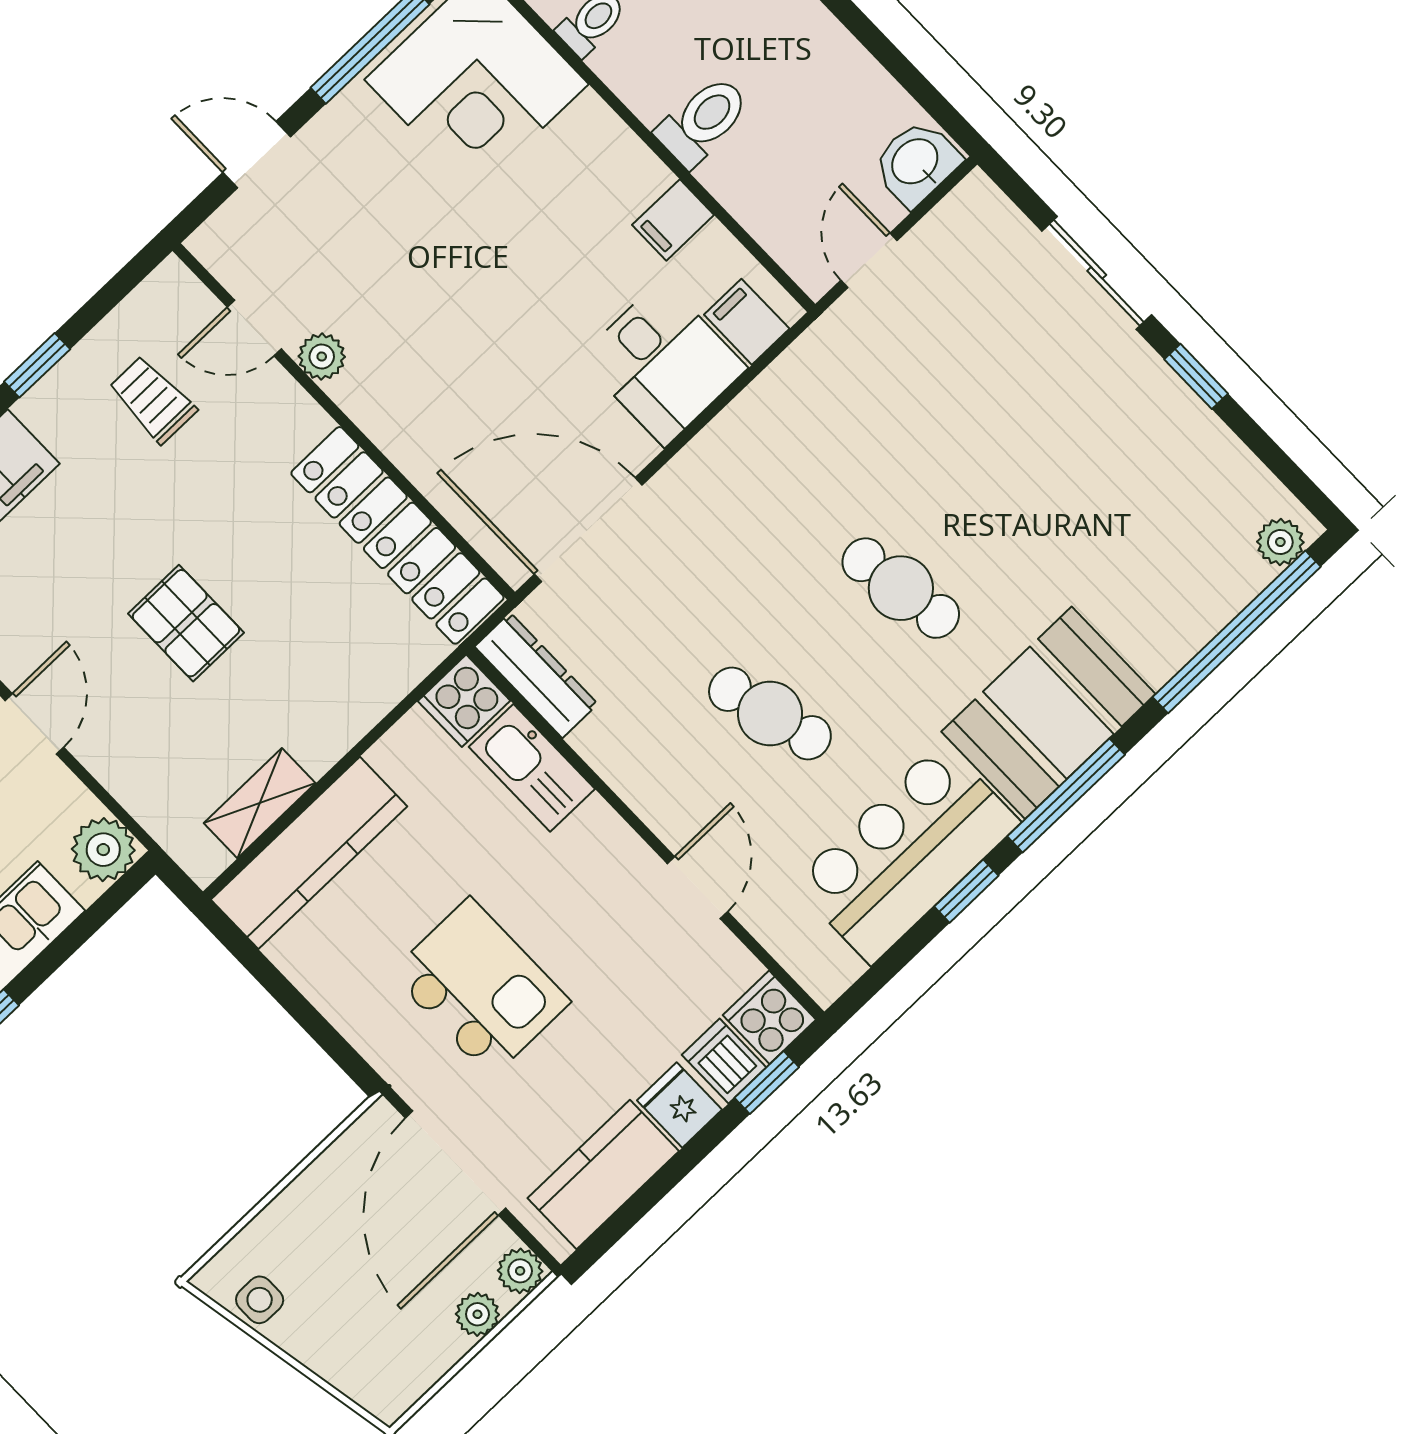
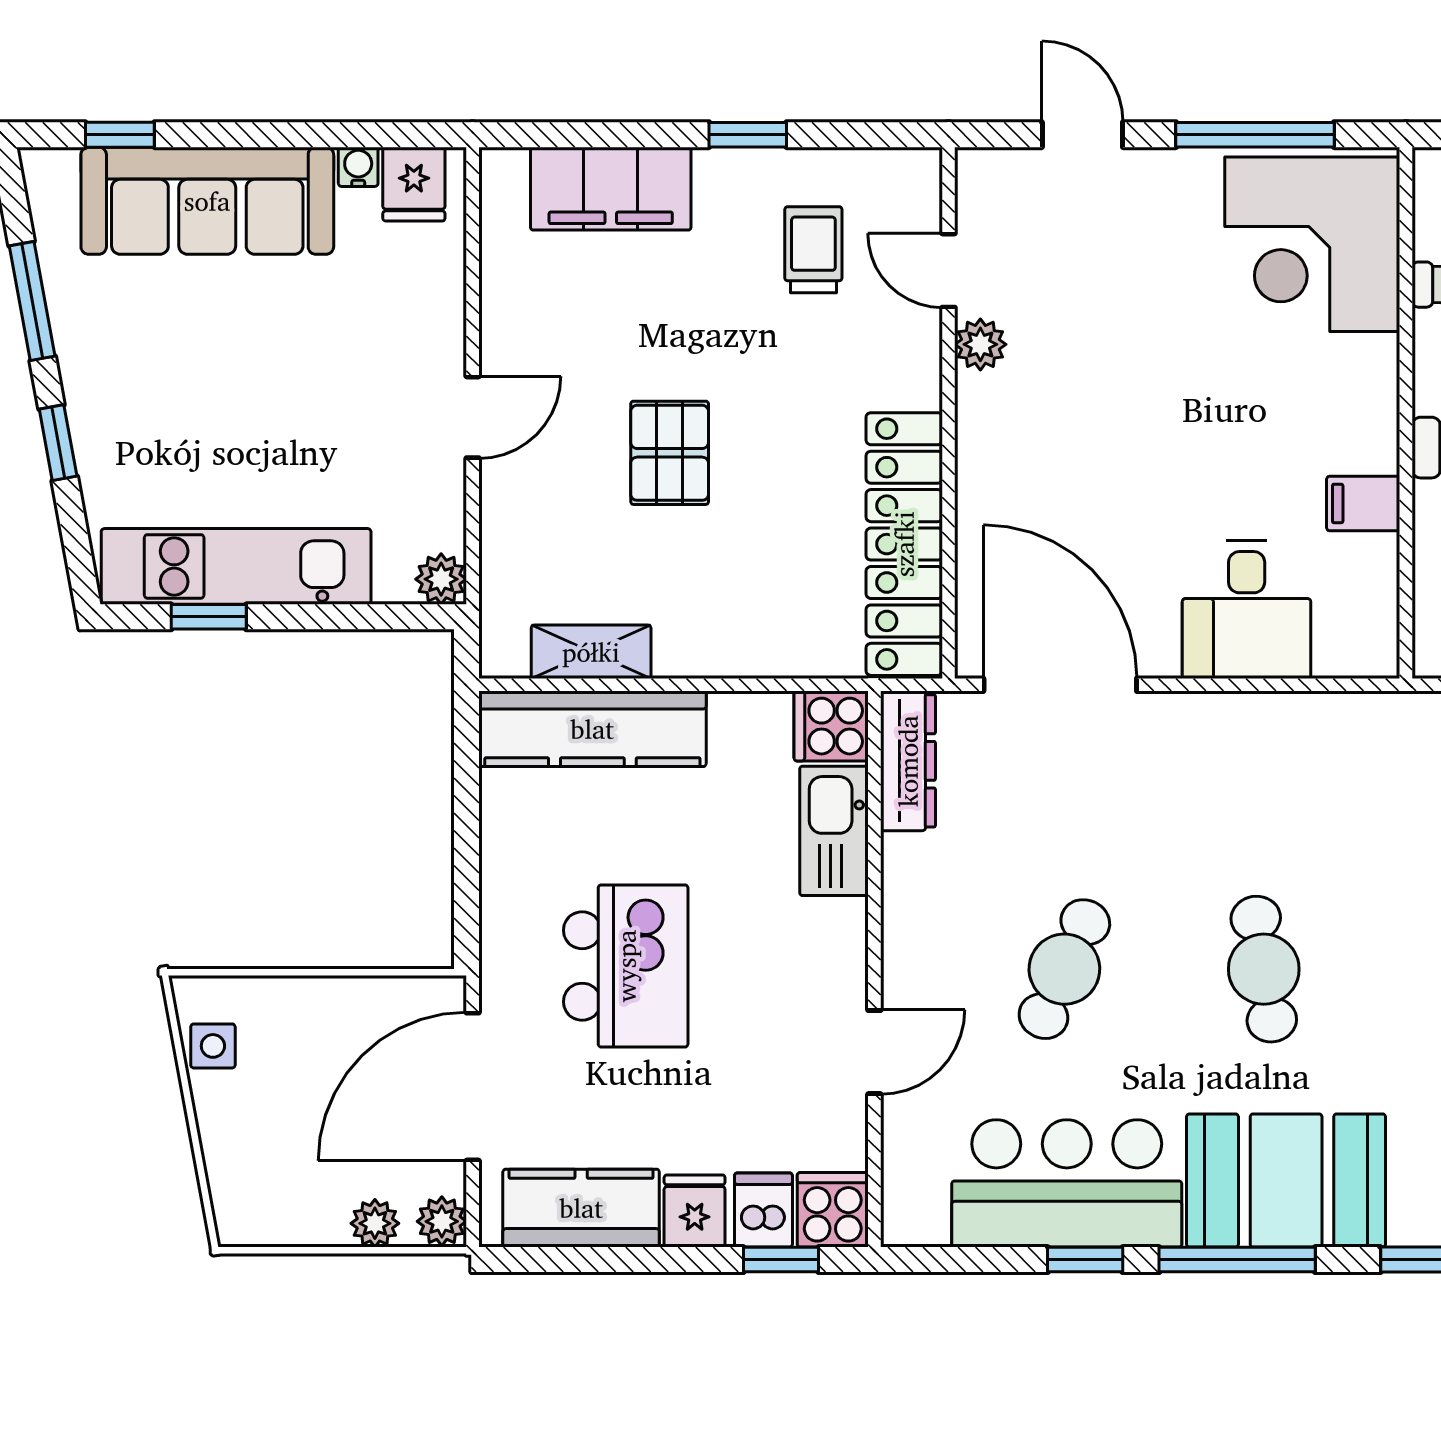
filing cabinet: (747, 322) -> (1344, 640), removed
cafe table: (770, 714) -> (1064, 969), turned 39
plant: (103, 850) -> (441, 579), width x0.73, depth x0.73

